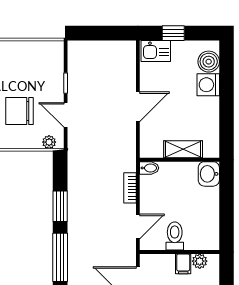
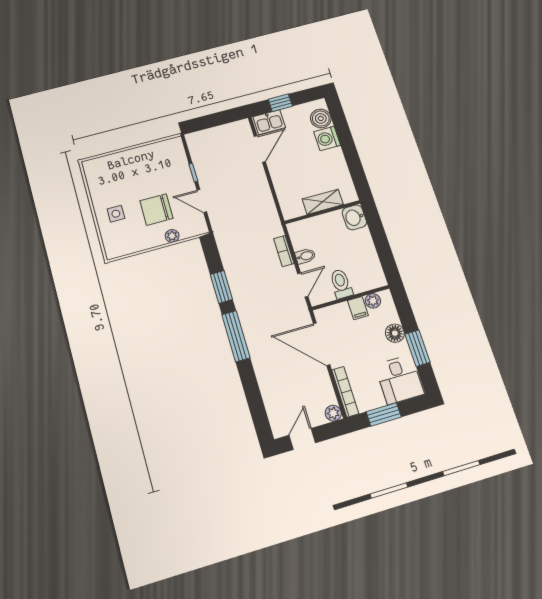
door: (138, 107) -> (260, 149), moved
plant: (49, 142) -> (172, 236), moved
bidet: (149, 168) -> (305, 256), moved

